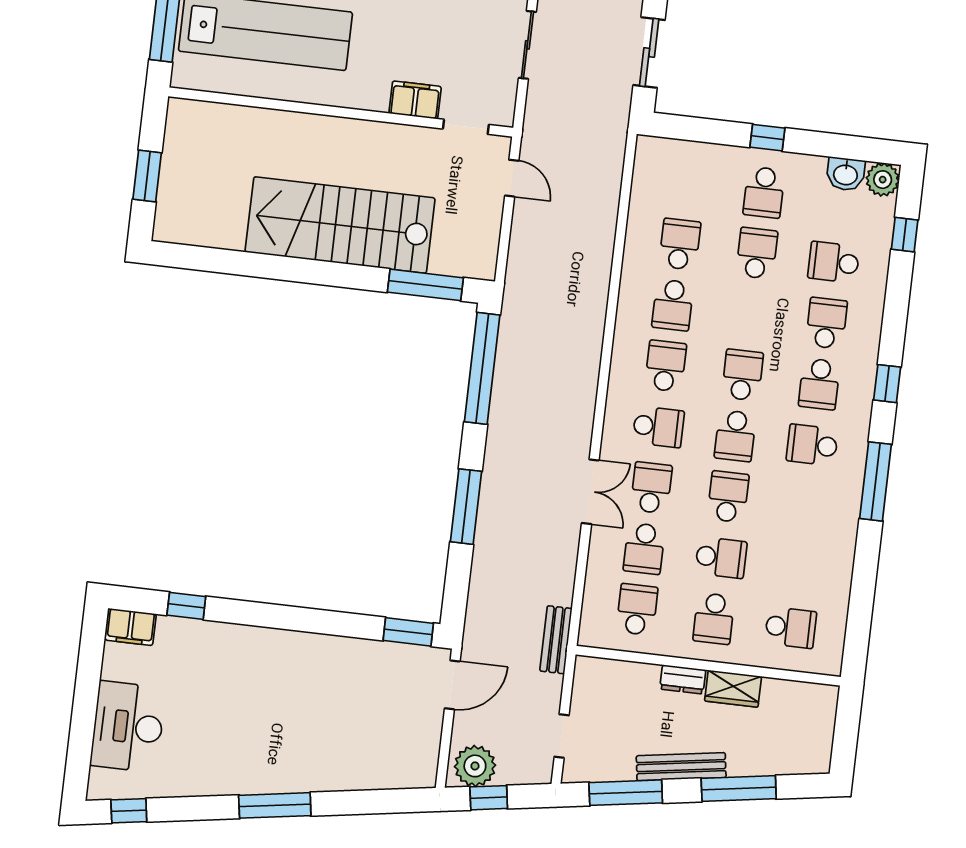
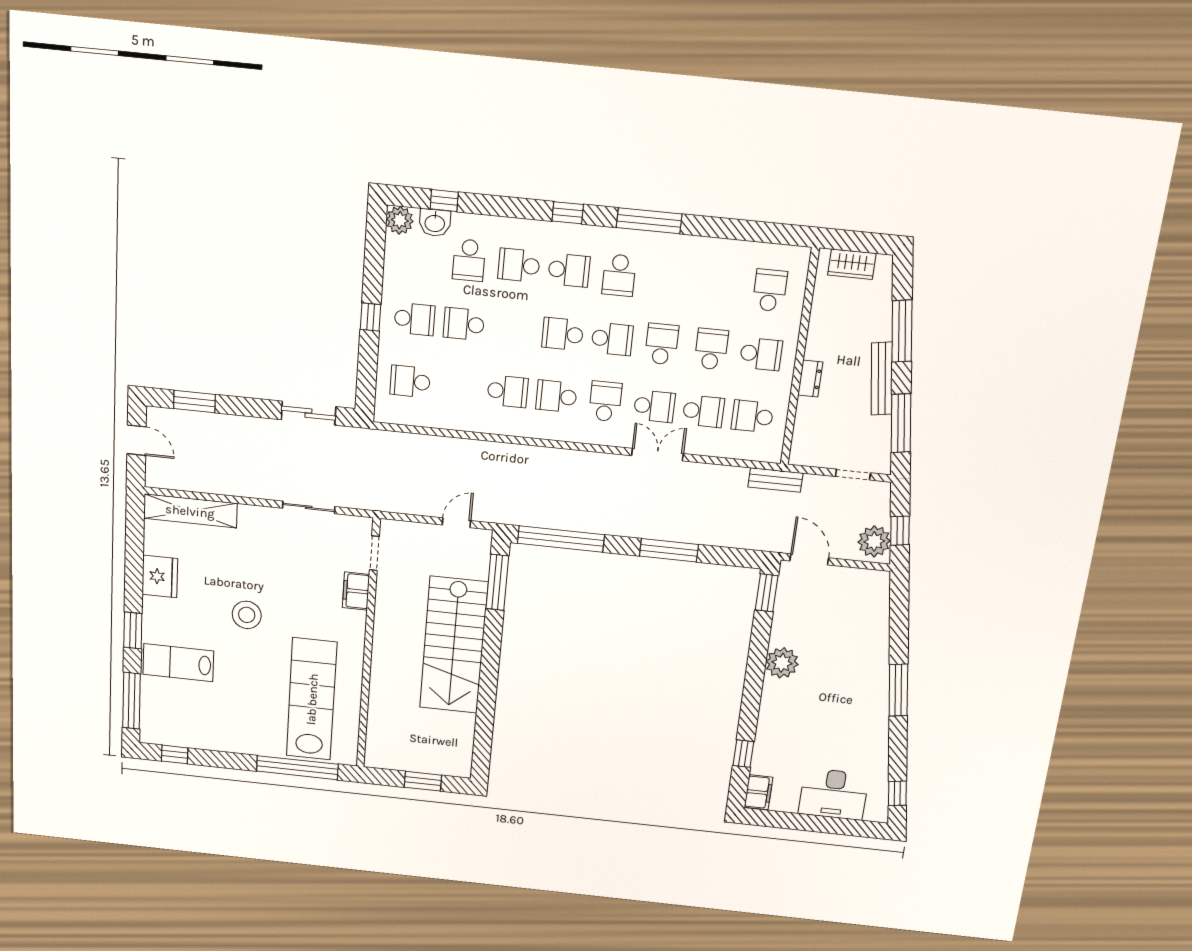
washbasin: (846, 174) -> (435, 223), moved, turned 90
door: (512, 178) -> (457, 523), moved
school desk: (680, 244) -> (410, 381), moved
school desk: (651, 488) -> (654, 406), turned 180
school desk: (728, 497) -> (662, 344), turned 90
plant: (313, 654) -> (782, 663), added
wardrobe: (733, 689) -> (852, 264), moved, turned 90

